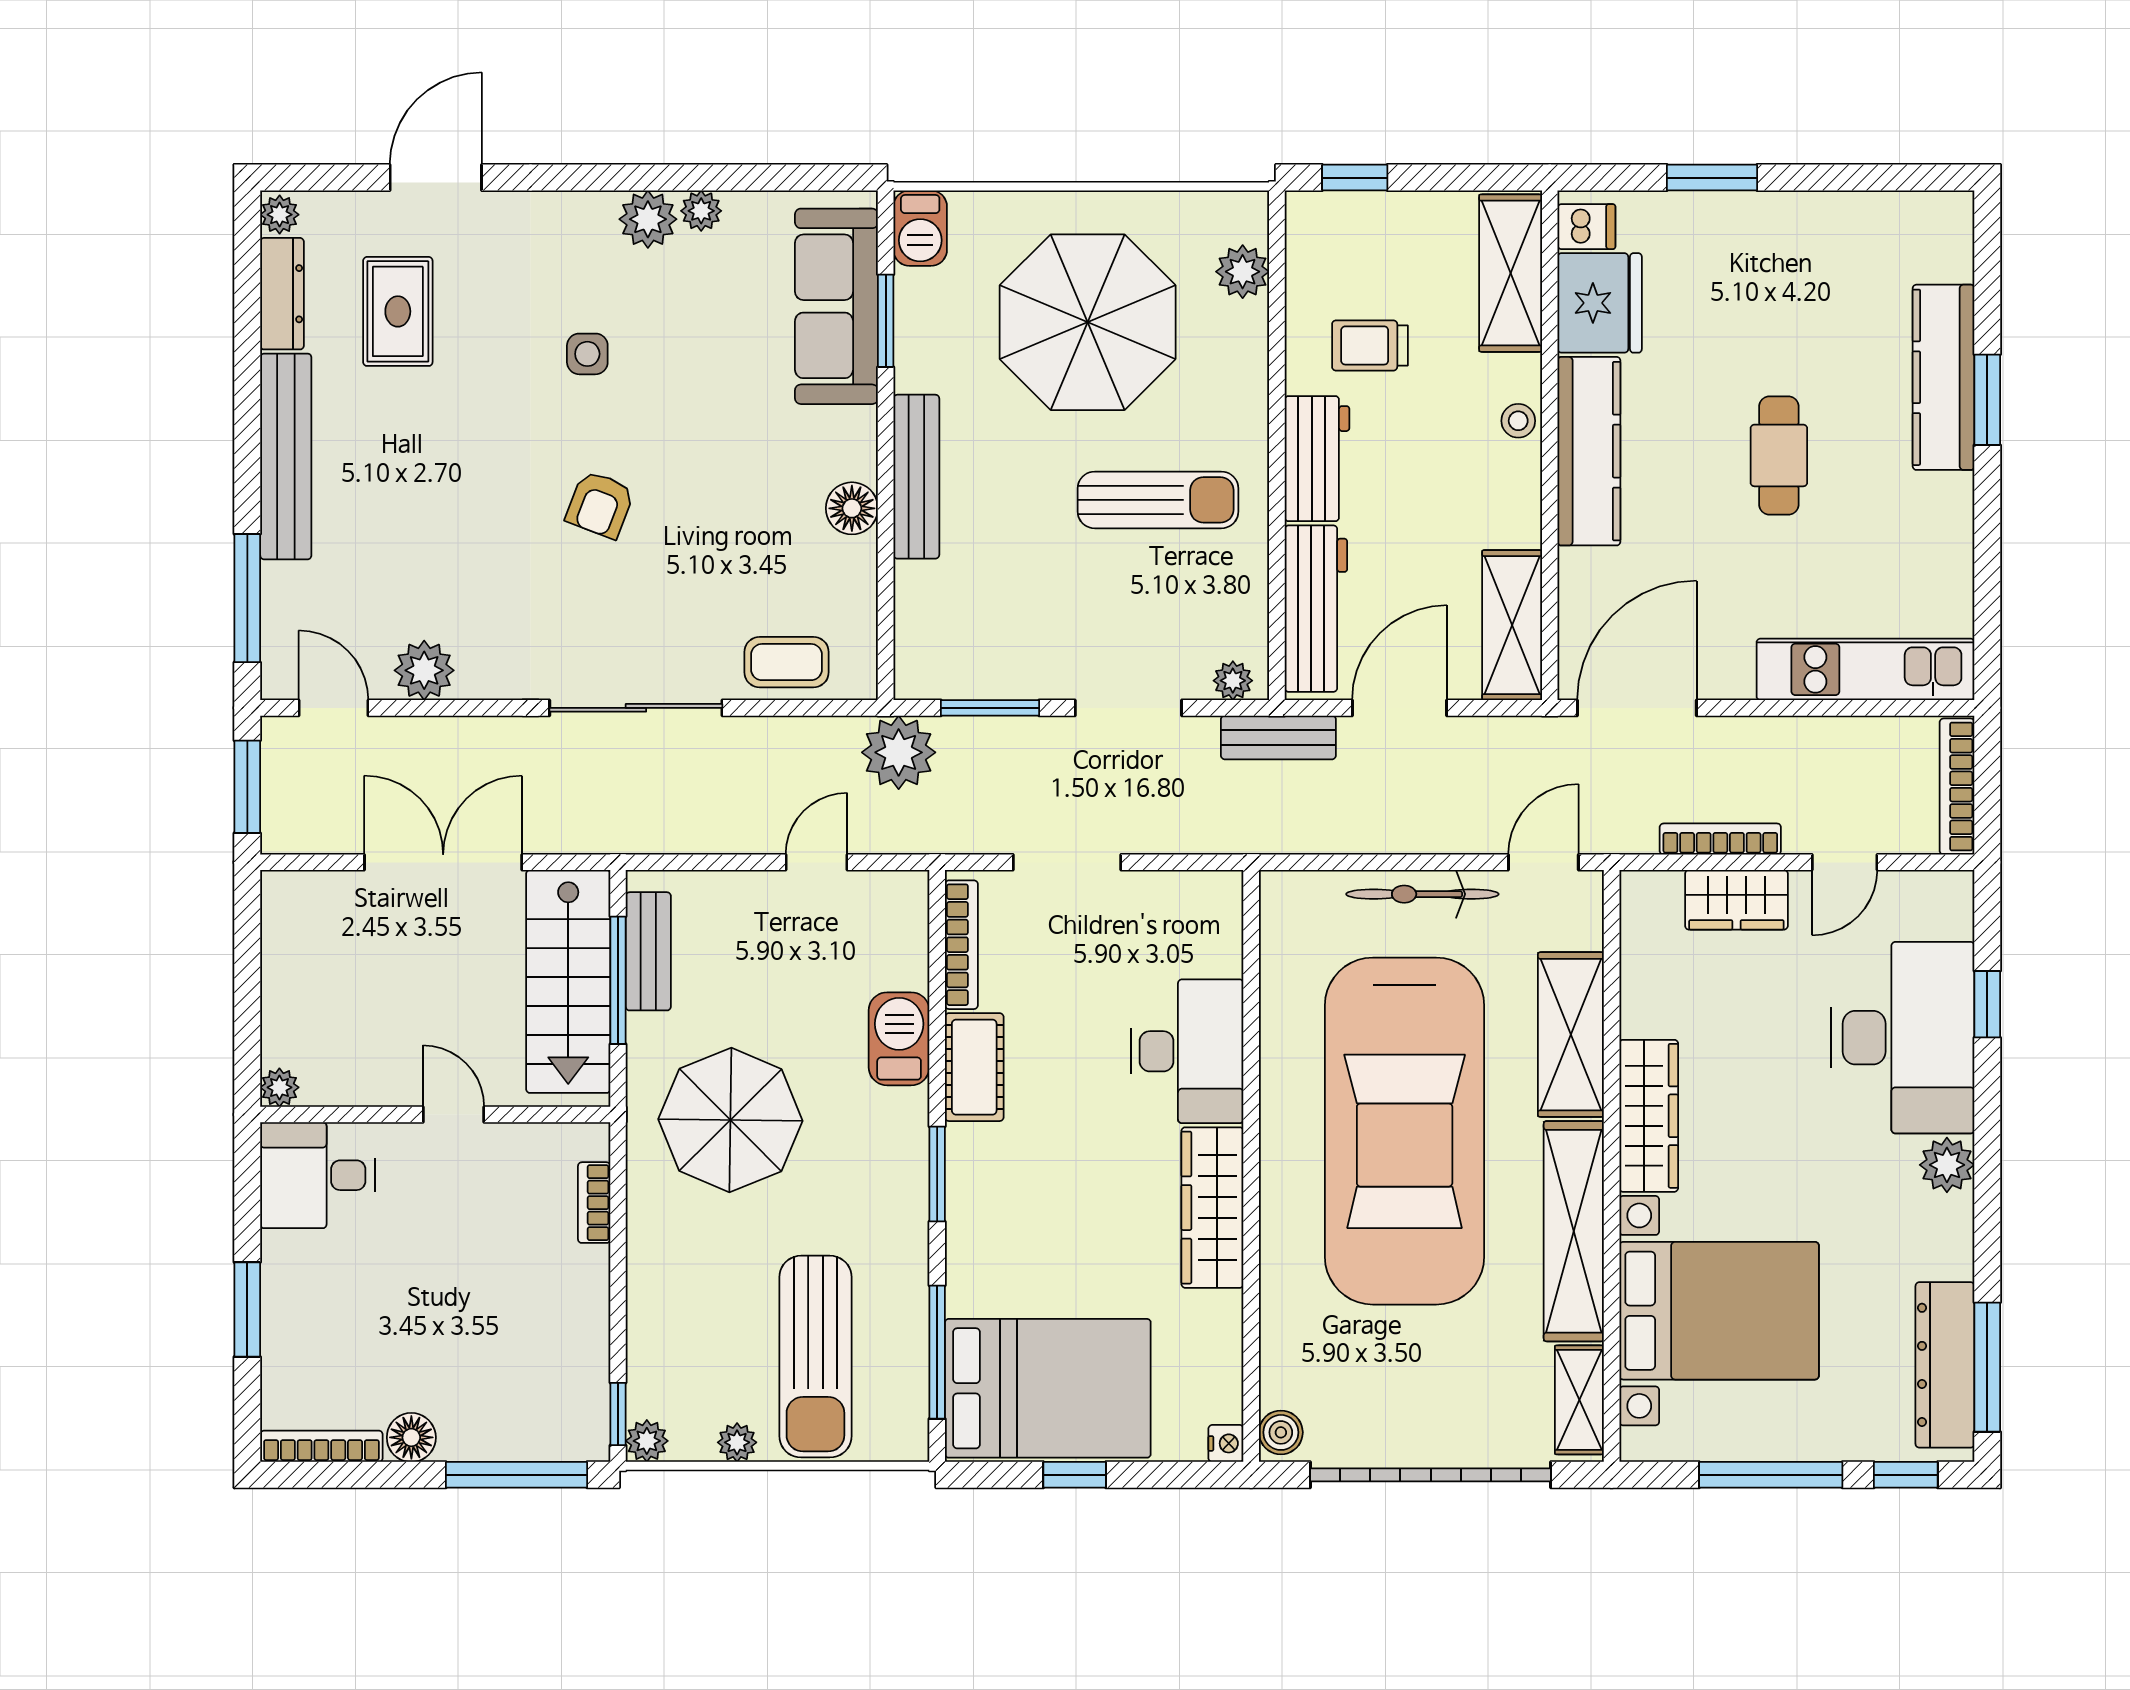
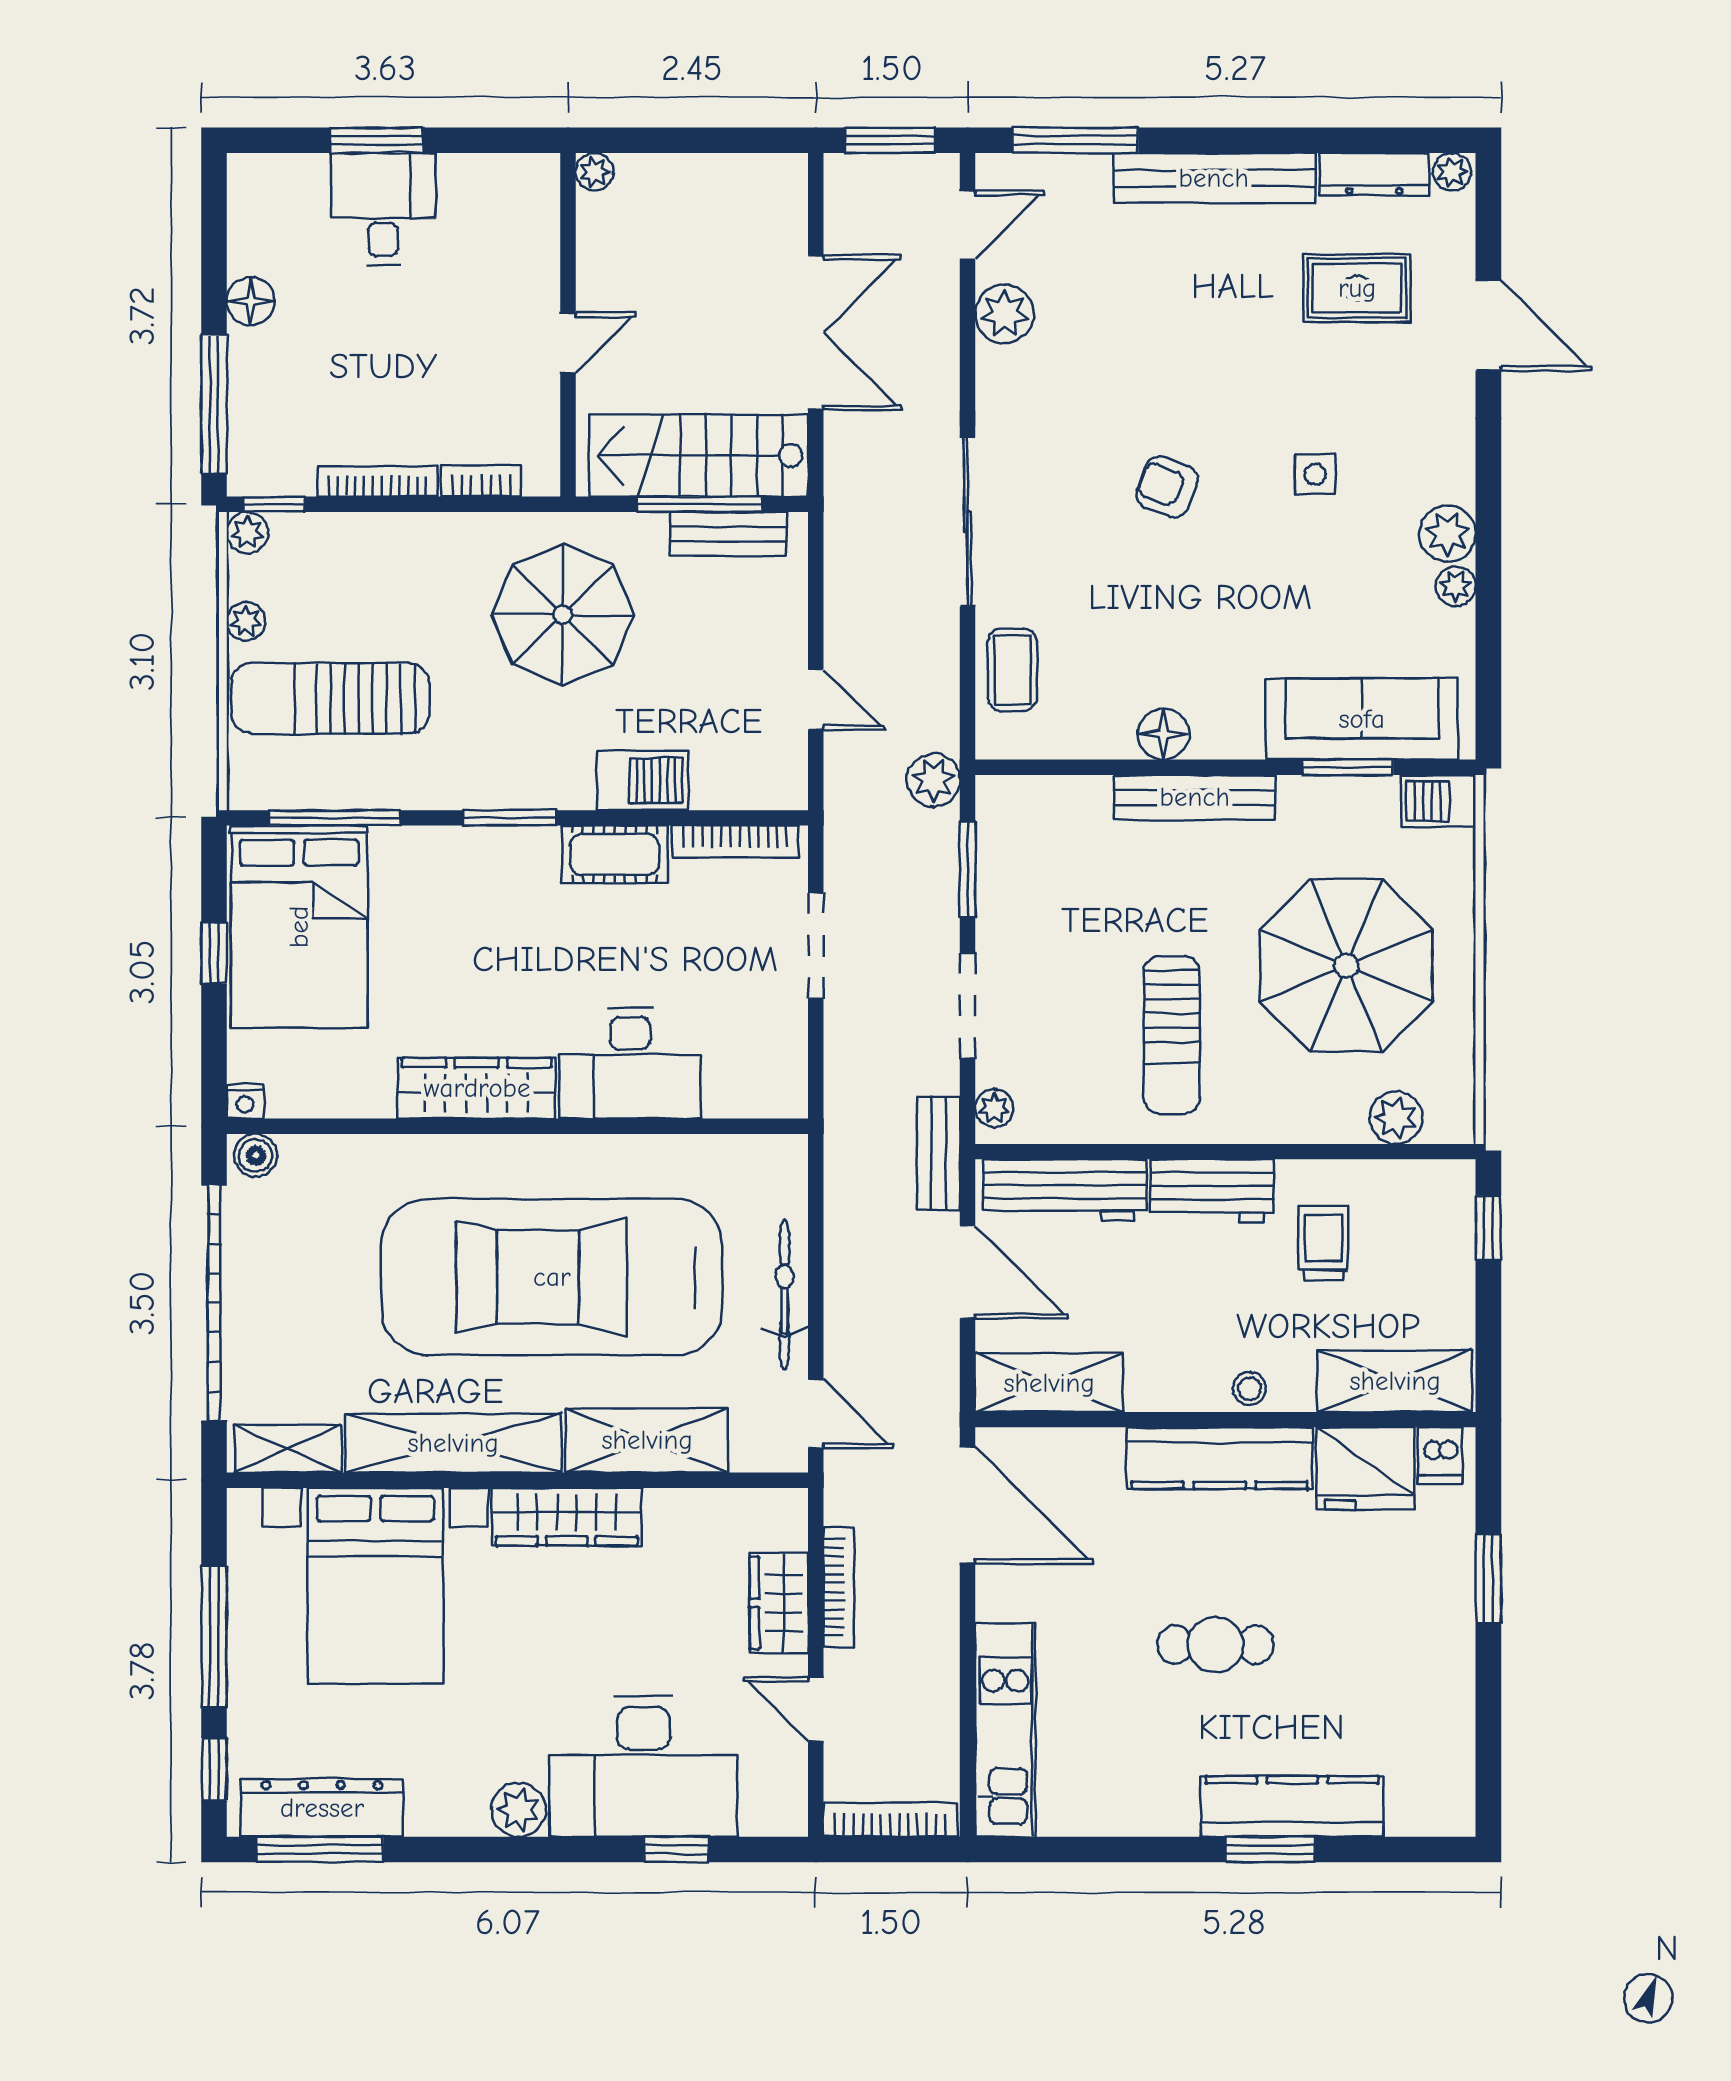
plant: (899, 752) -> (933, 780), width x0.73, depth x0.73
desk: (317, 1175) -> (383, 209), moved
bookcase: (321, 1446) -> (378, 481), moved, turned -90

